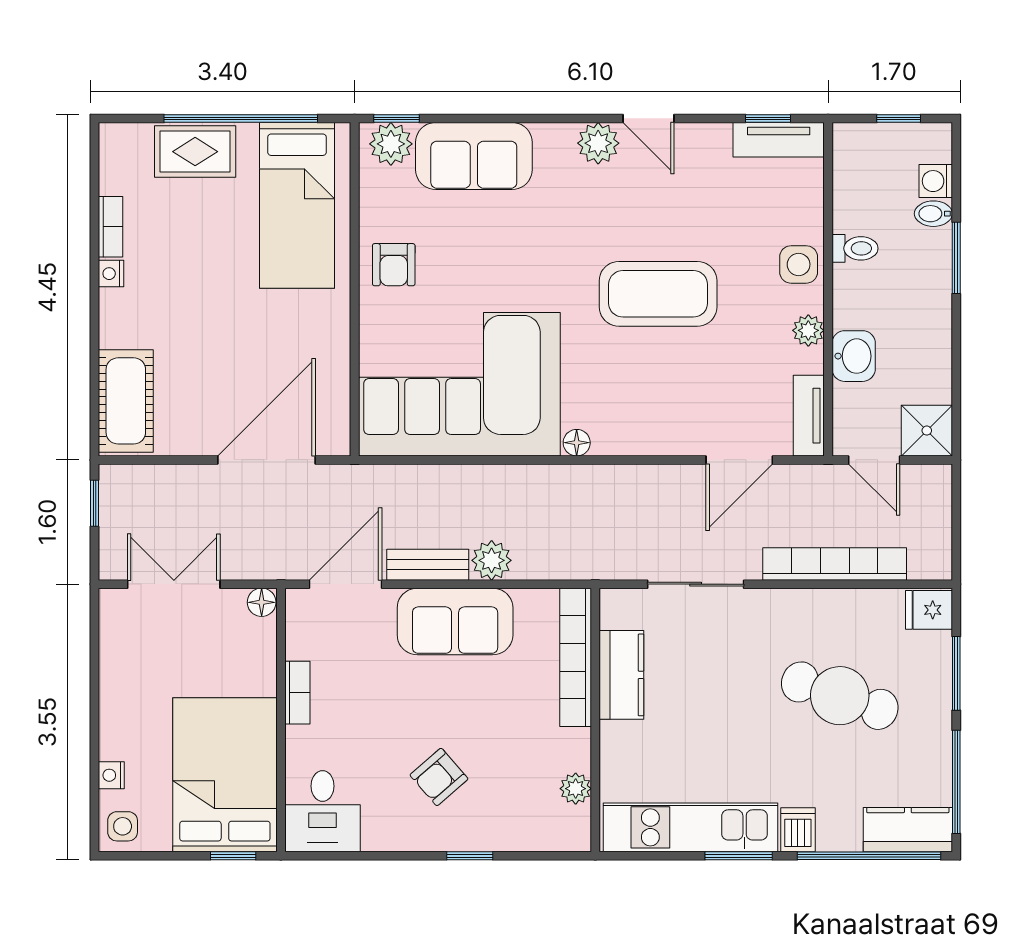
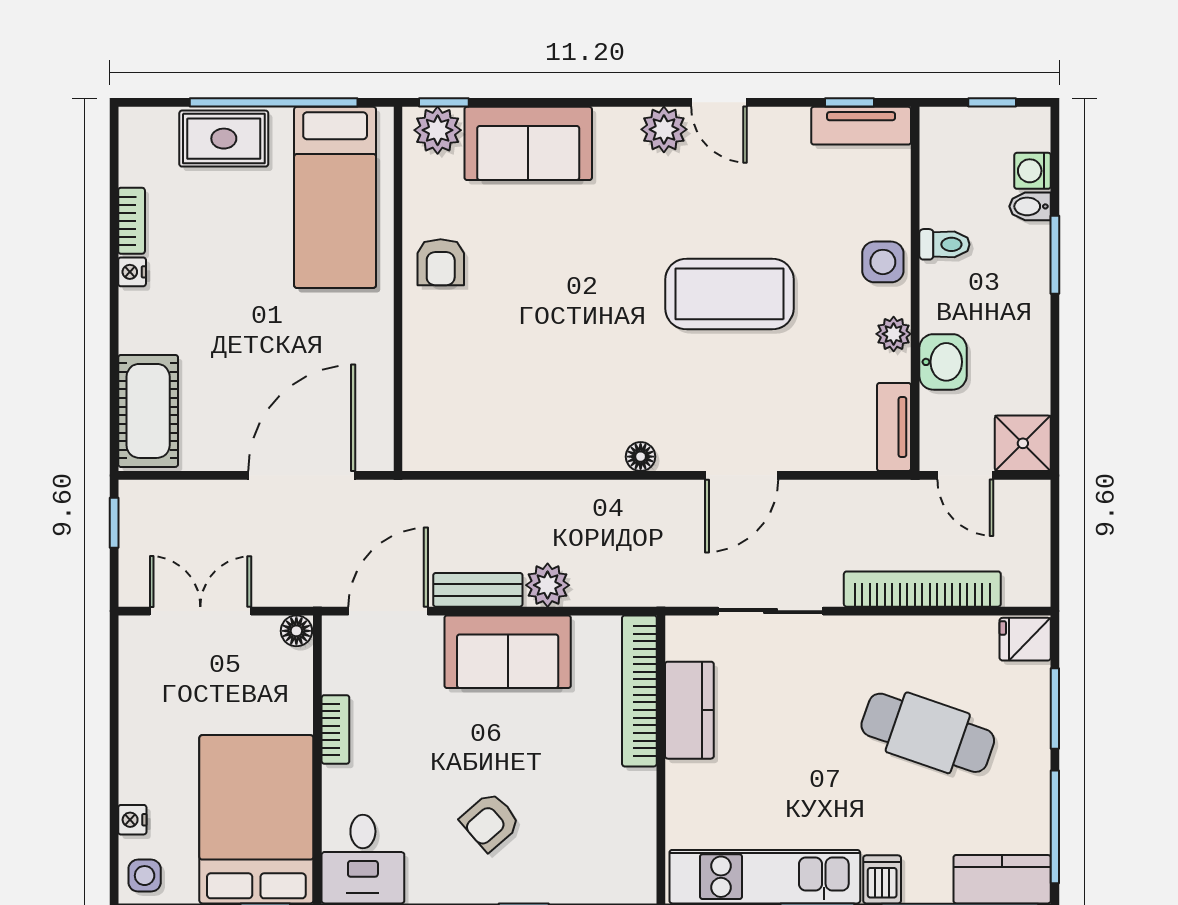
corner sofa: (459, 384) -> (512, 393), removed
door: (739, 460) -> (742, 475), moved
plant: (576, 789) -> (639, 834), removed

